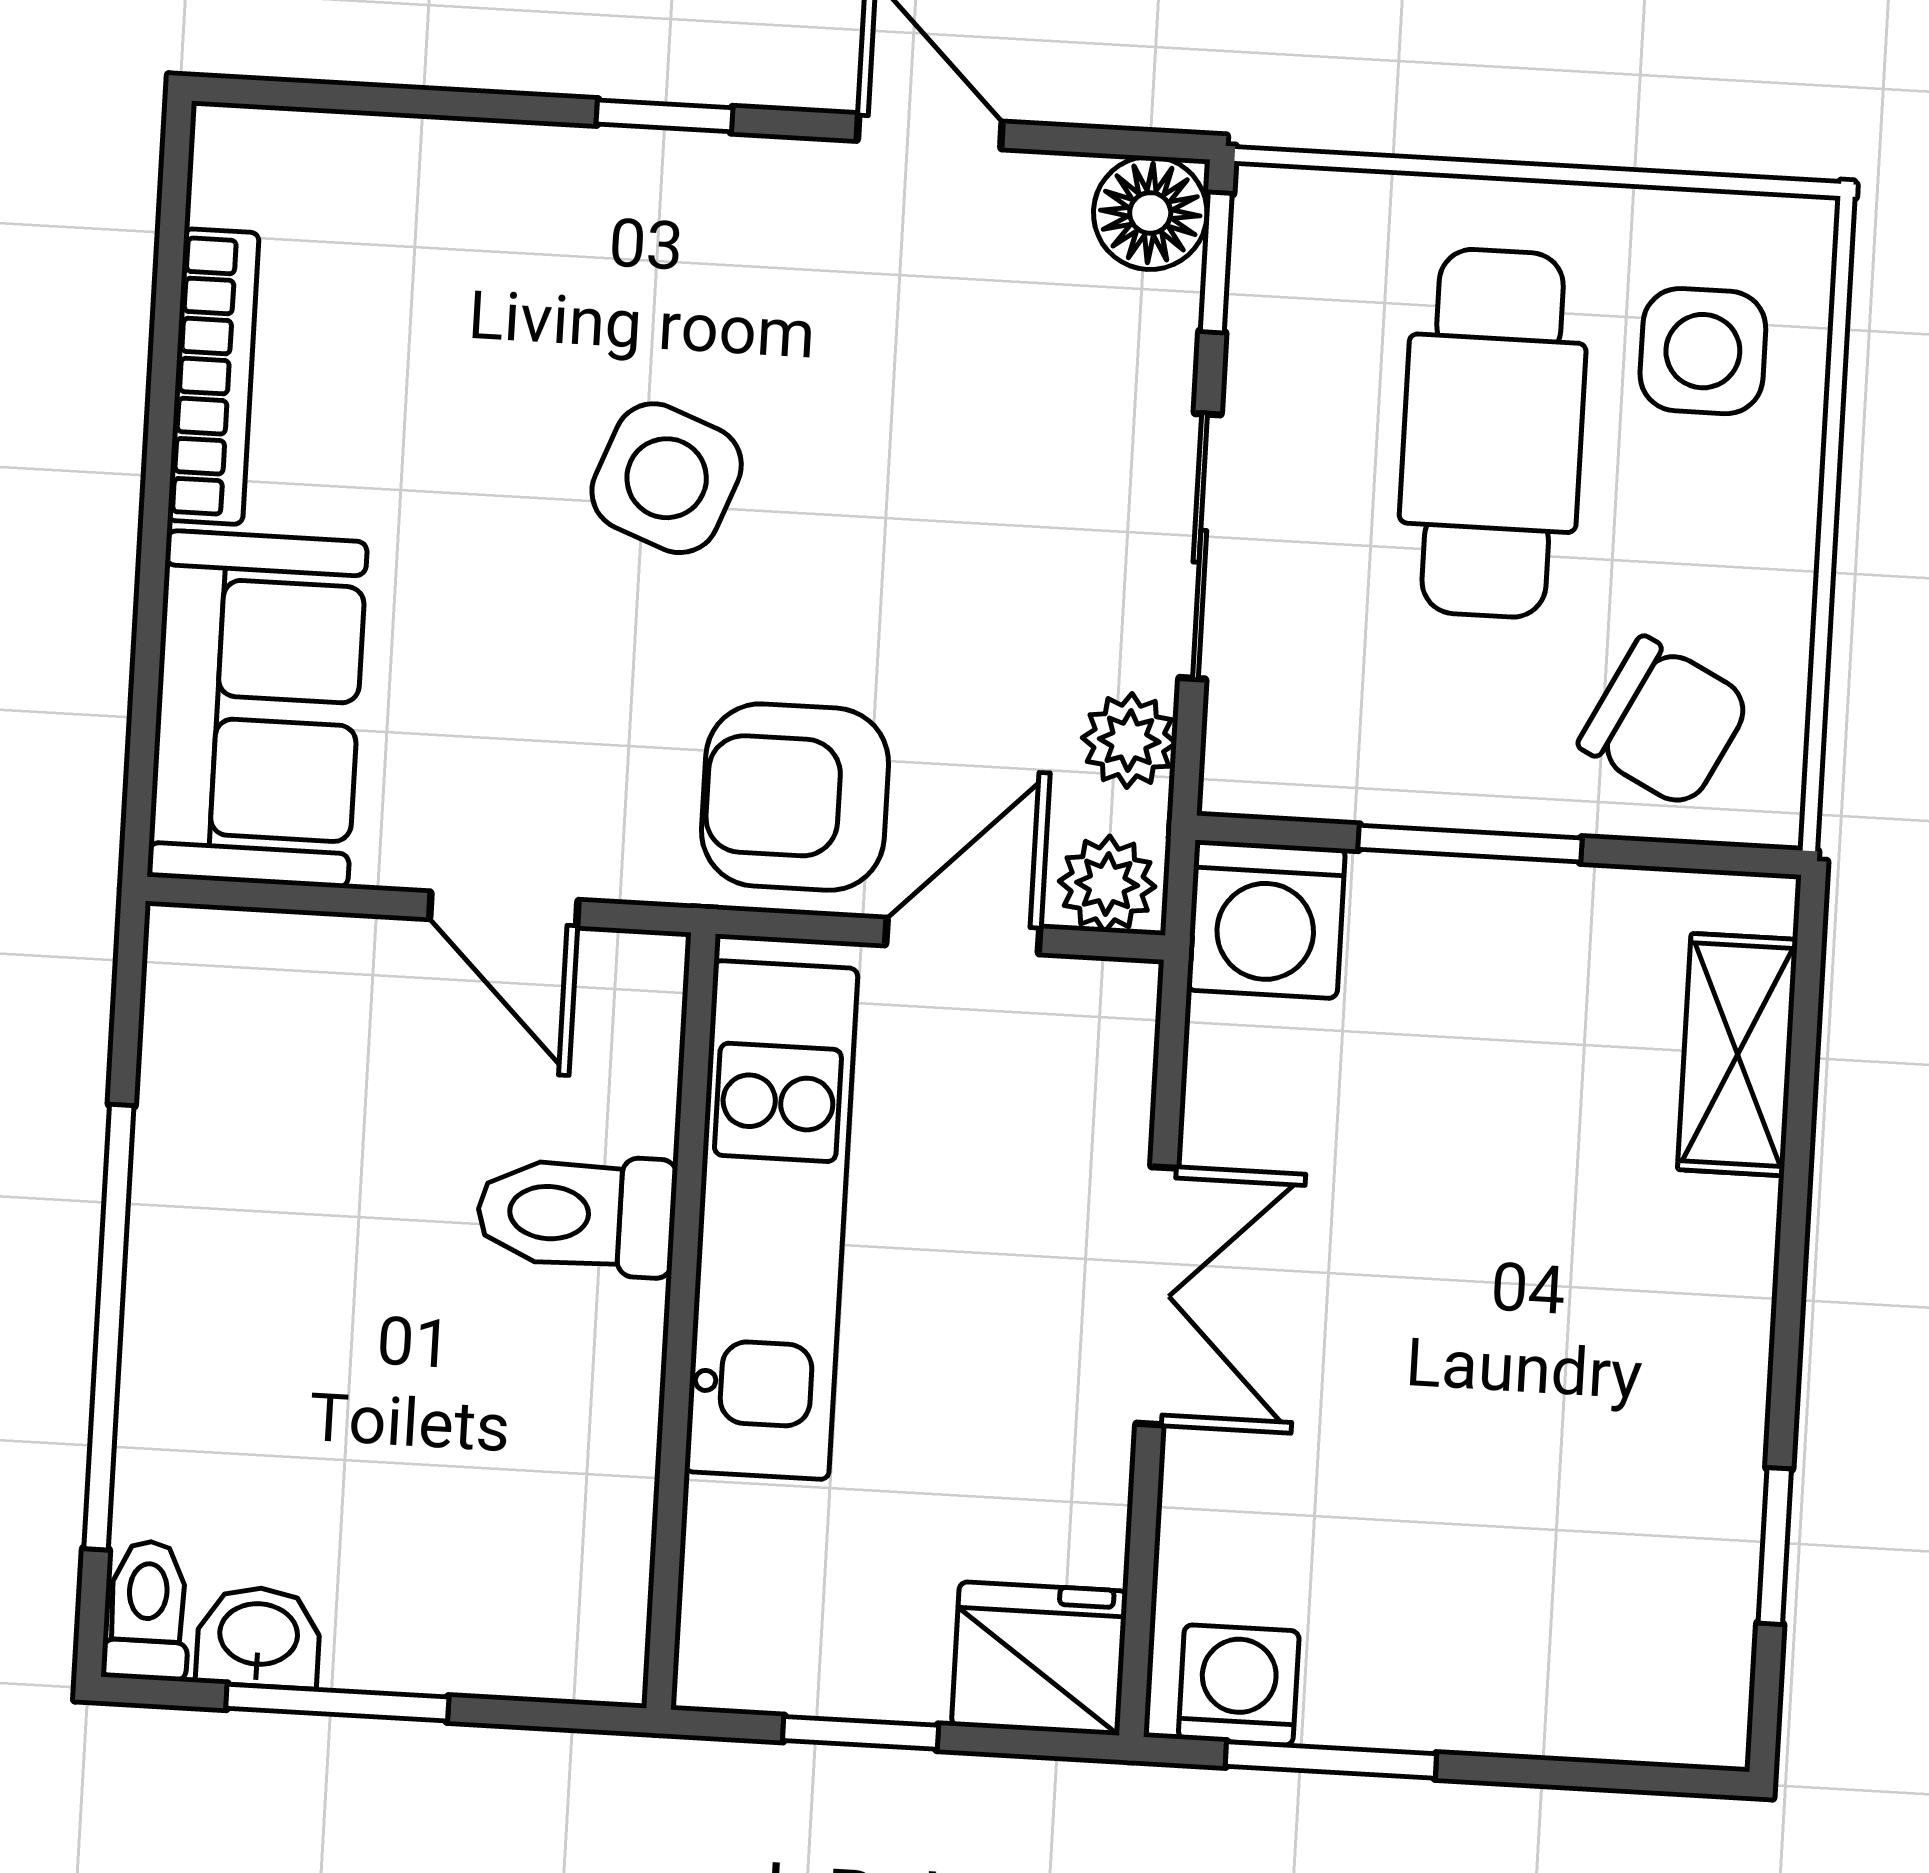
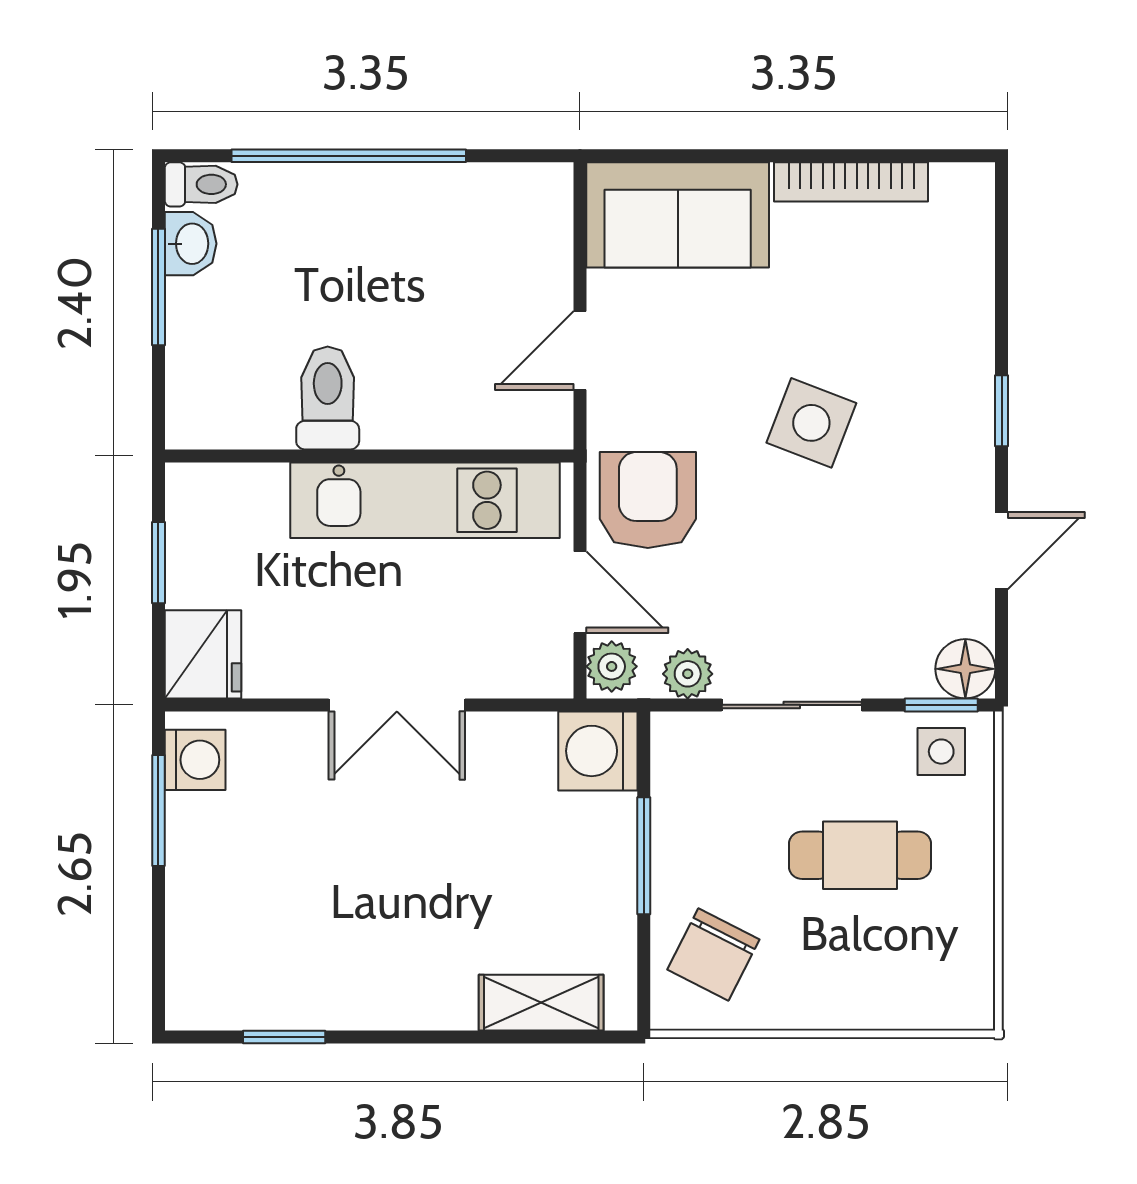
side table: (1703, 351) -> (941, 752), moved, width x0.73, depth x0.73
cafe table: (1493, 433) -> (860, 855), width x0.73, depth x0.74
toilet: (577, 1214) -> (328, 398), moved

